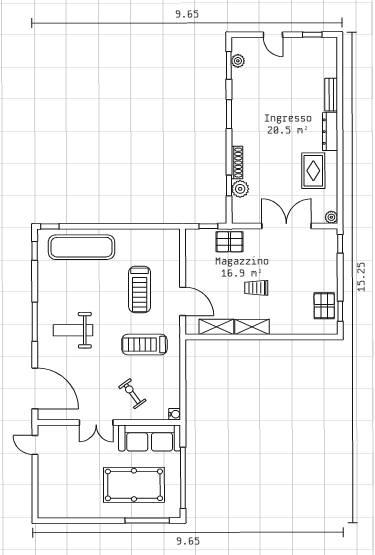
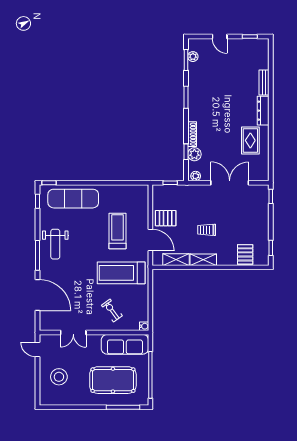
plant: (331, 217) -> (196, 176), moved
pallet: (229, 242) -> (166, 218), moved
treadmill: (140, 289) -> (118, 231), turned 180
pallet: (324, 306) -> (245, 254), moved
weight bench: (73, 330) -> (55, 244), moved, turned -90
treadmill: (144, 345) -> (121, 273), width x1.37, depth x1.38
door: (35, 388) -> (37, 295), moved
double door: (96, 423) -> (73, 332), moved
stool: (63, 481) -> (59, 377), added

